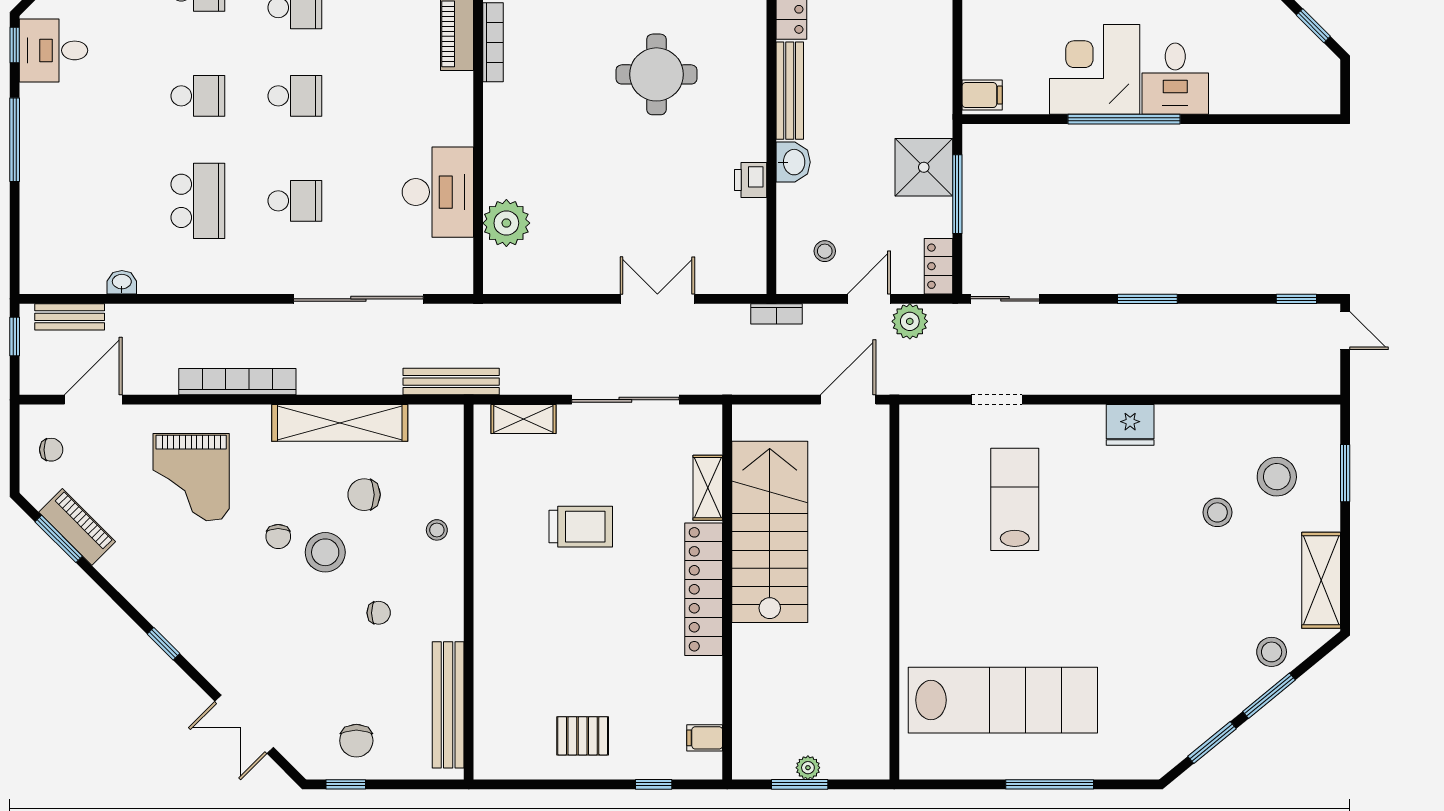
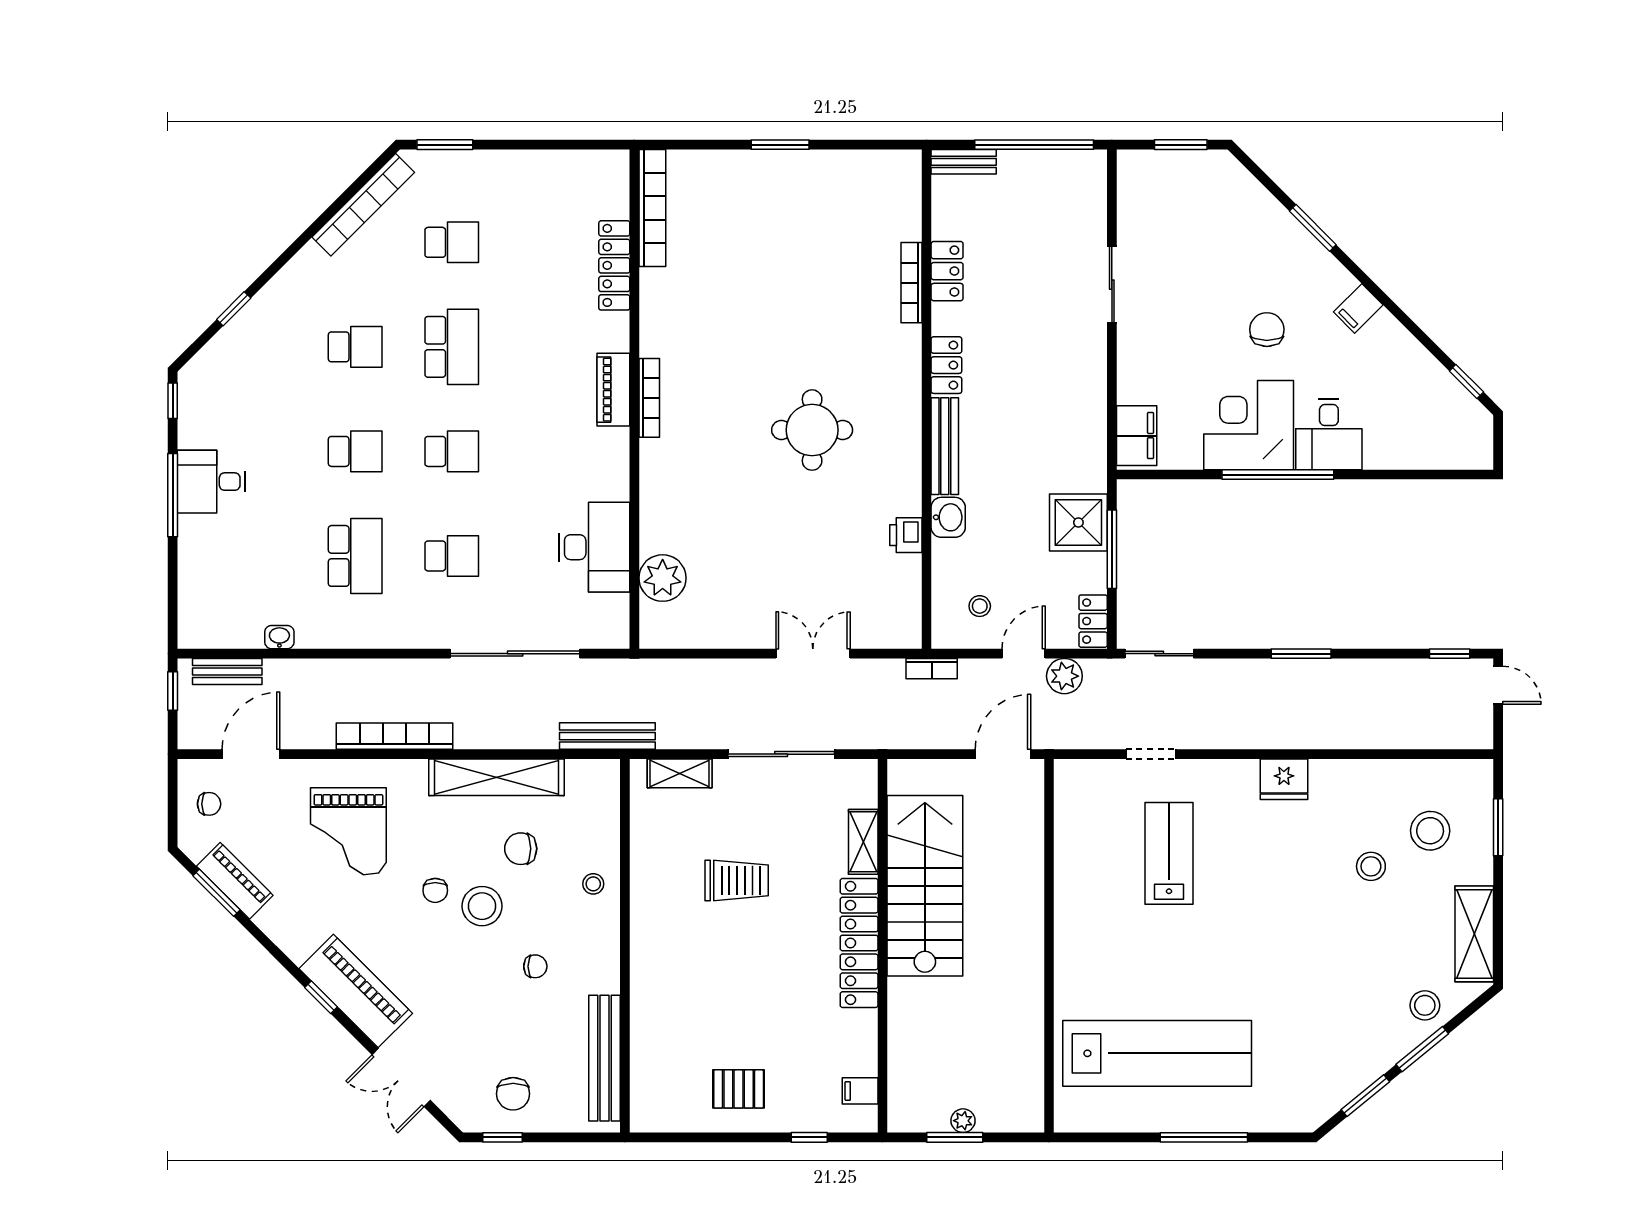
desk: (53, 50) -> (211, 482), moved
filing cabinet: (982, 95) -> (1137, 436), width x2.00
piano: (198, 637) -> (356, 991), added

